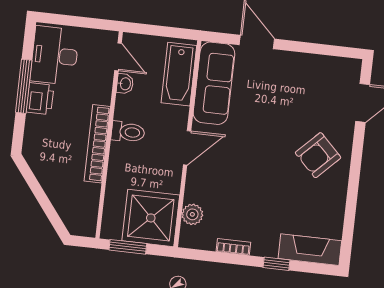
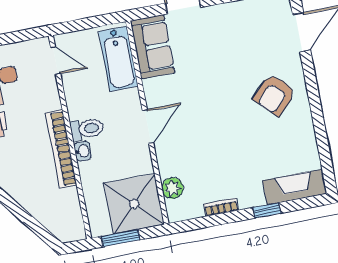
sofa: (214, 83) -> (152, 47), width x0.73
washbasin: (125, 84) -> (83, 151), moved

